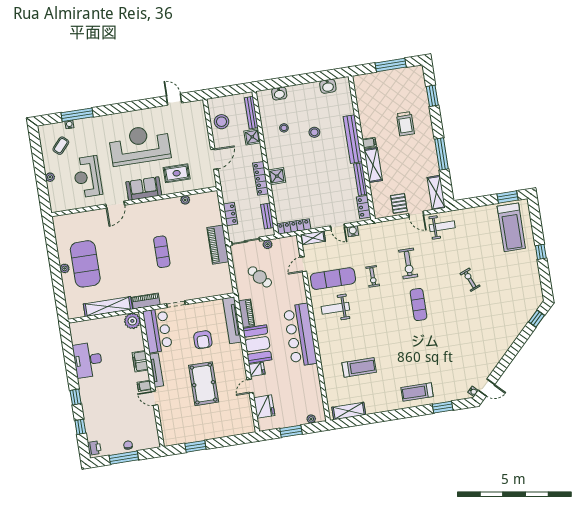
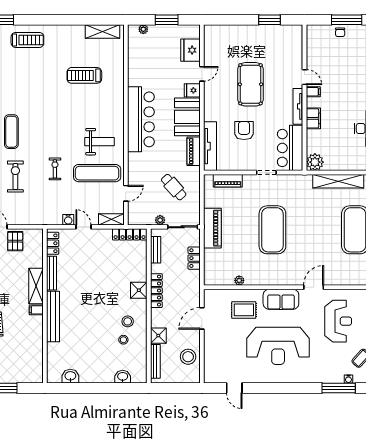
stool: (314, 132) -> (128, 321), moved
exercise mat: (162, 252) -> (272, 230), width x2.00, depth x1.45
piano: (146, 301) -> (228, 181), moved

